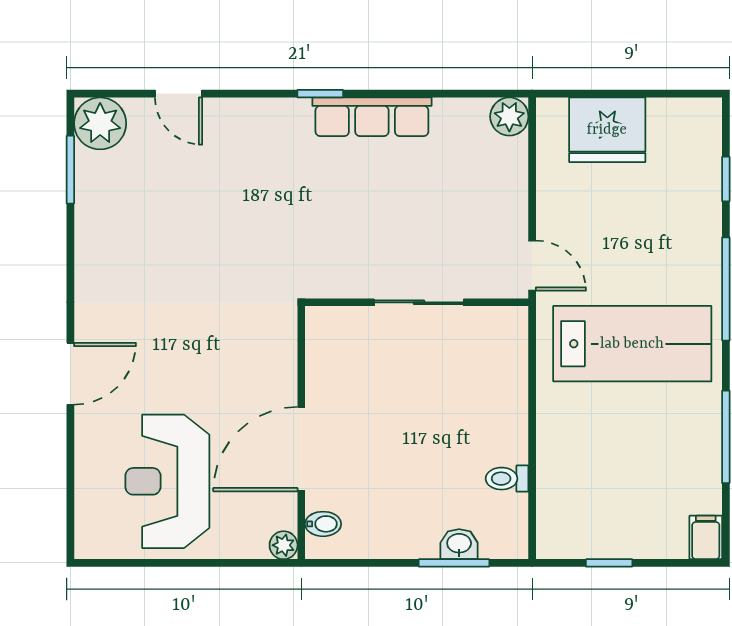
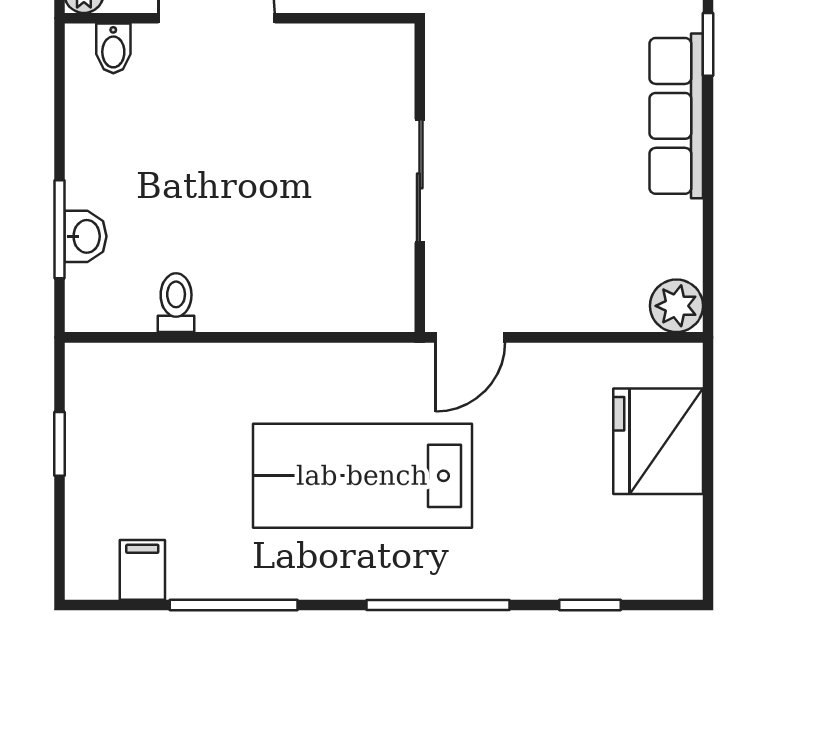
lab bench: (632, 344) -> (362, 476), turned 90
filing cabinet: (706, 537) -> (142, 570), moved, turned -90

